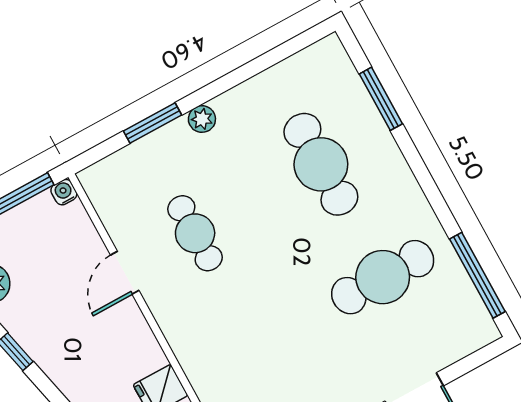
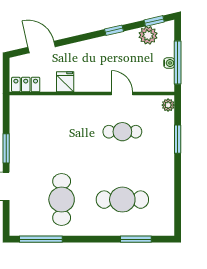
plant: (202, 119) -> (168, 105), moved
water cooler: (64, 192) -> (169, 63), moved

